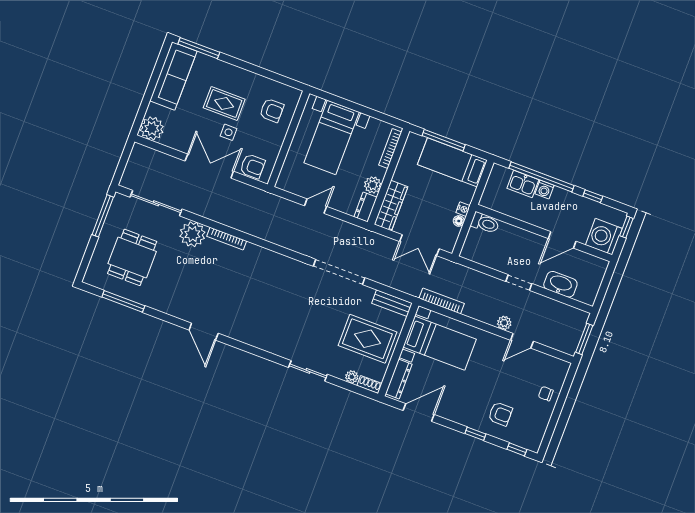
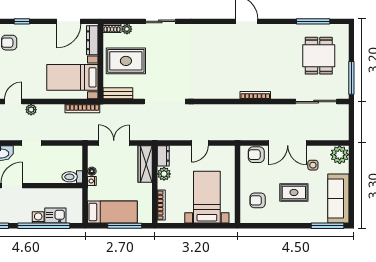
side table: (228, 132) -> (313, 165), moved
plant: (192, 234) -> (281, 89), removed

